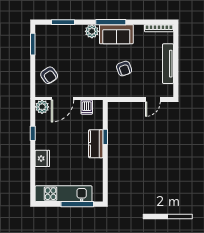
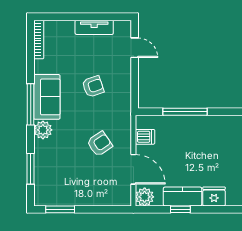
tv unit: (168, 64) -> (94, 27), width x0.71
armchair: (49, 75) -> (100, 144), moved
window: (105, 137) -> (185, 112), width x2.17
kitchen counter: (96, 144) -> (183, 197), moved, turned 180

